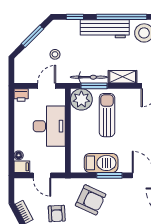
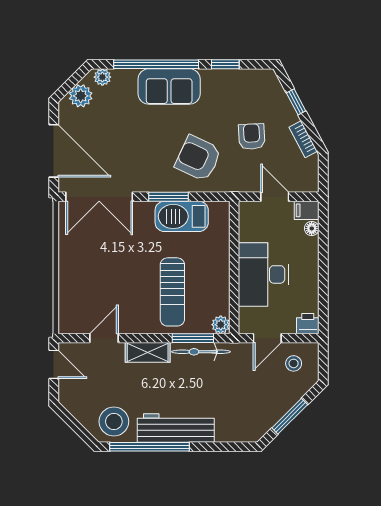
window: (75, 17) -> (223, 447), removed
stool: (55, 54) -> (294, 363), moved
plant: (81, 99) -> (221, 325), width x0.53, depth x0.53

